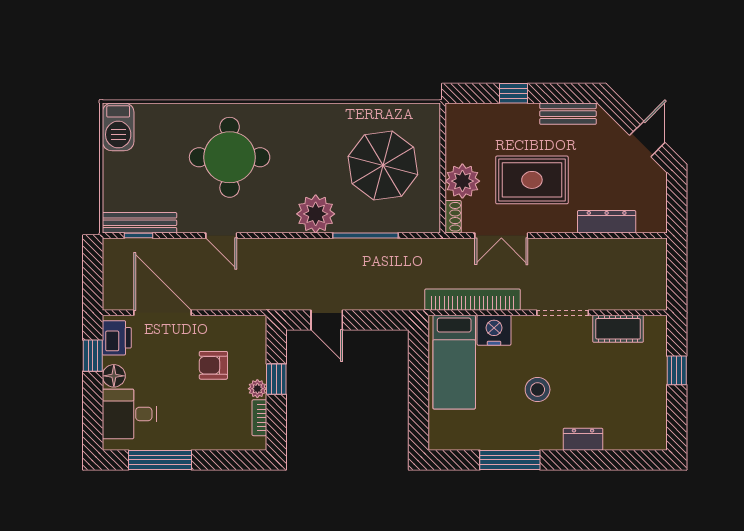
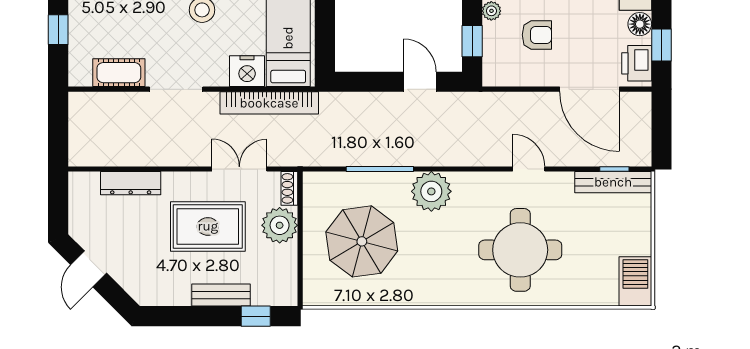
window: (514, 93) -> (256, 316), moved
bench: (568, 114) -> (221, 295), moved
window: (276, 379) -> (472, 41), moved

